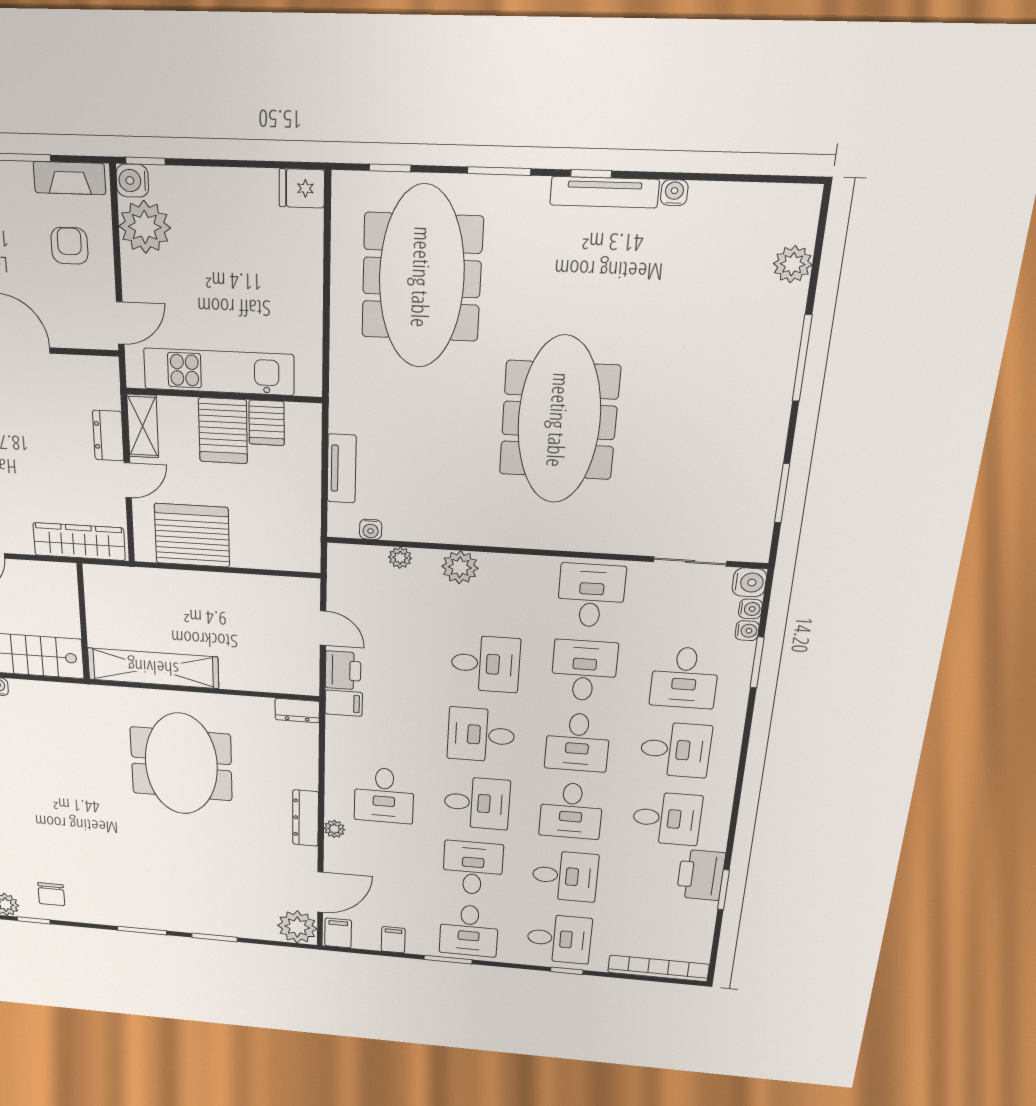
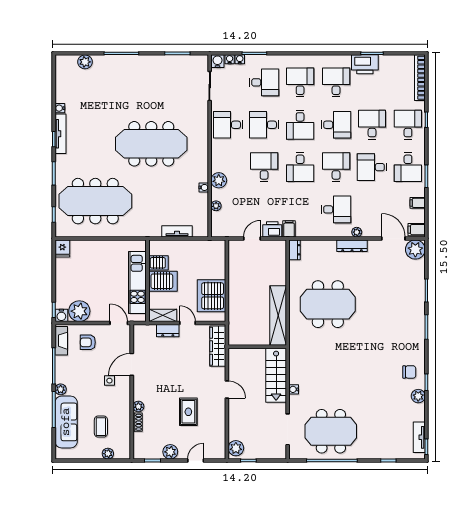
water cooler: (371, 529) -> (204, 187), moved
desk: (577, 742) -> (300, 125), turned 90
desk: (469, 930) -> (408, 167), turned 90

